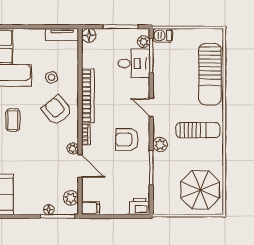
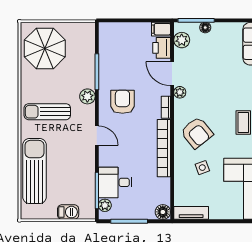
barbecue: (163, 35) -> (68, 212), moved
armchair: (127, 140) -> (122, 102), turned -90
printer: (140, 206) -> (162, 48), moved, turned 90

